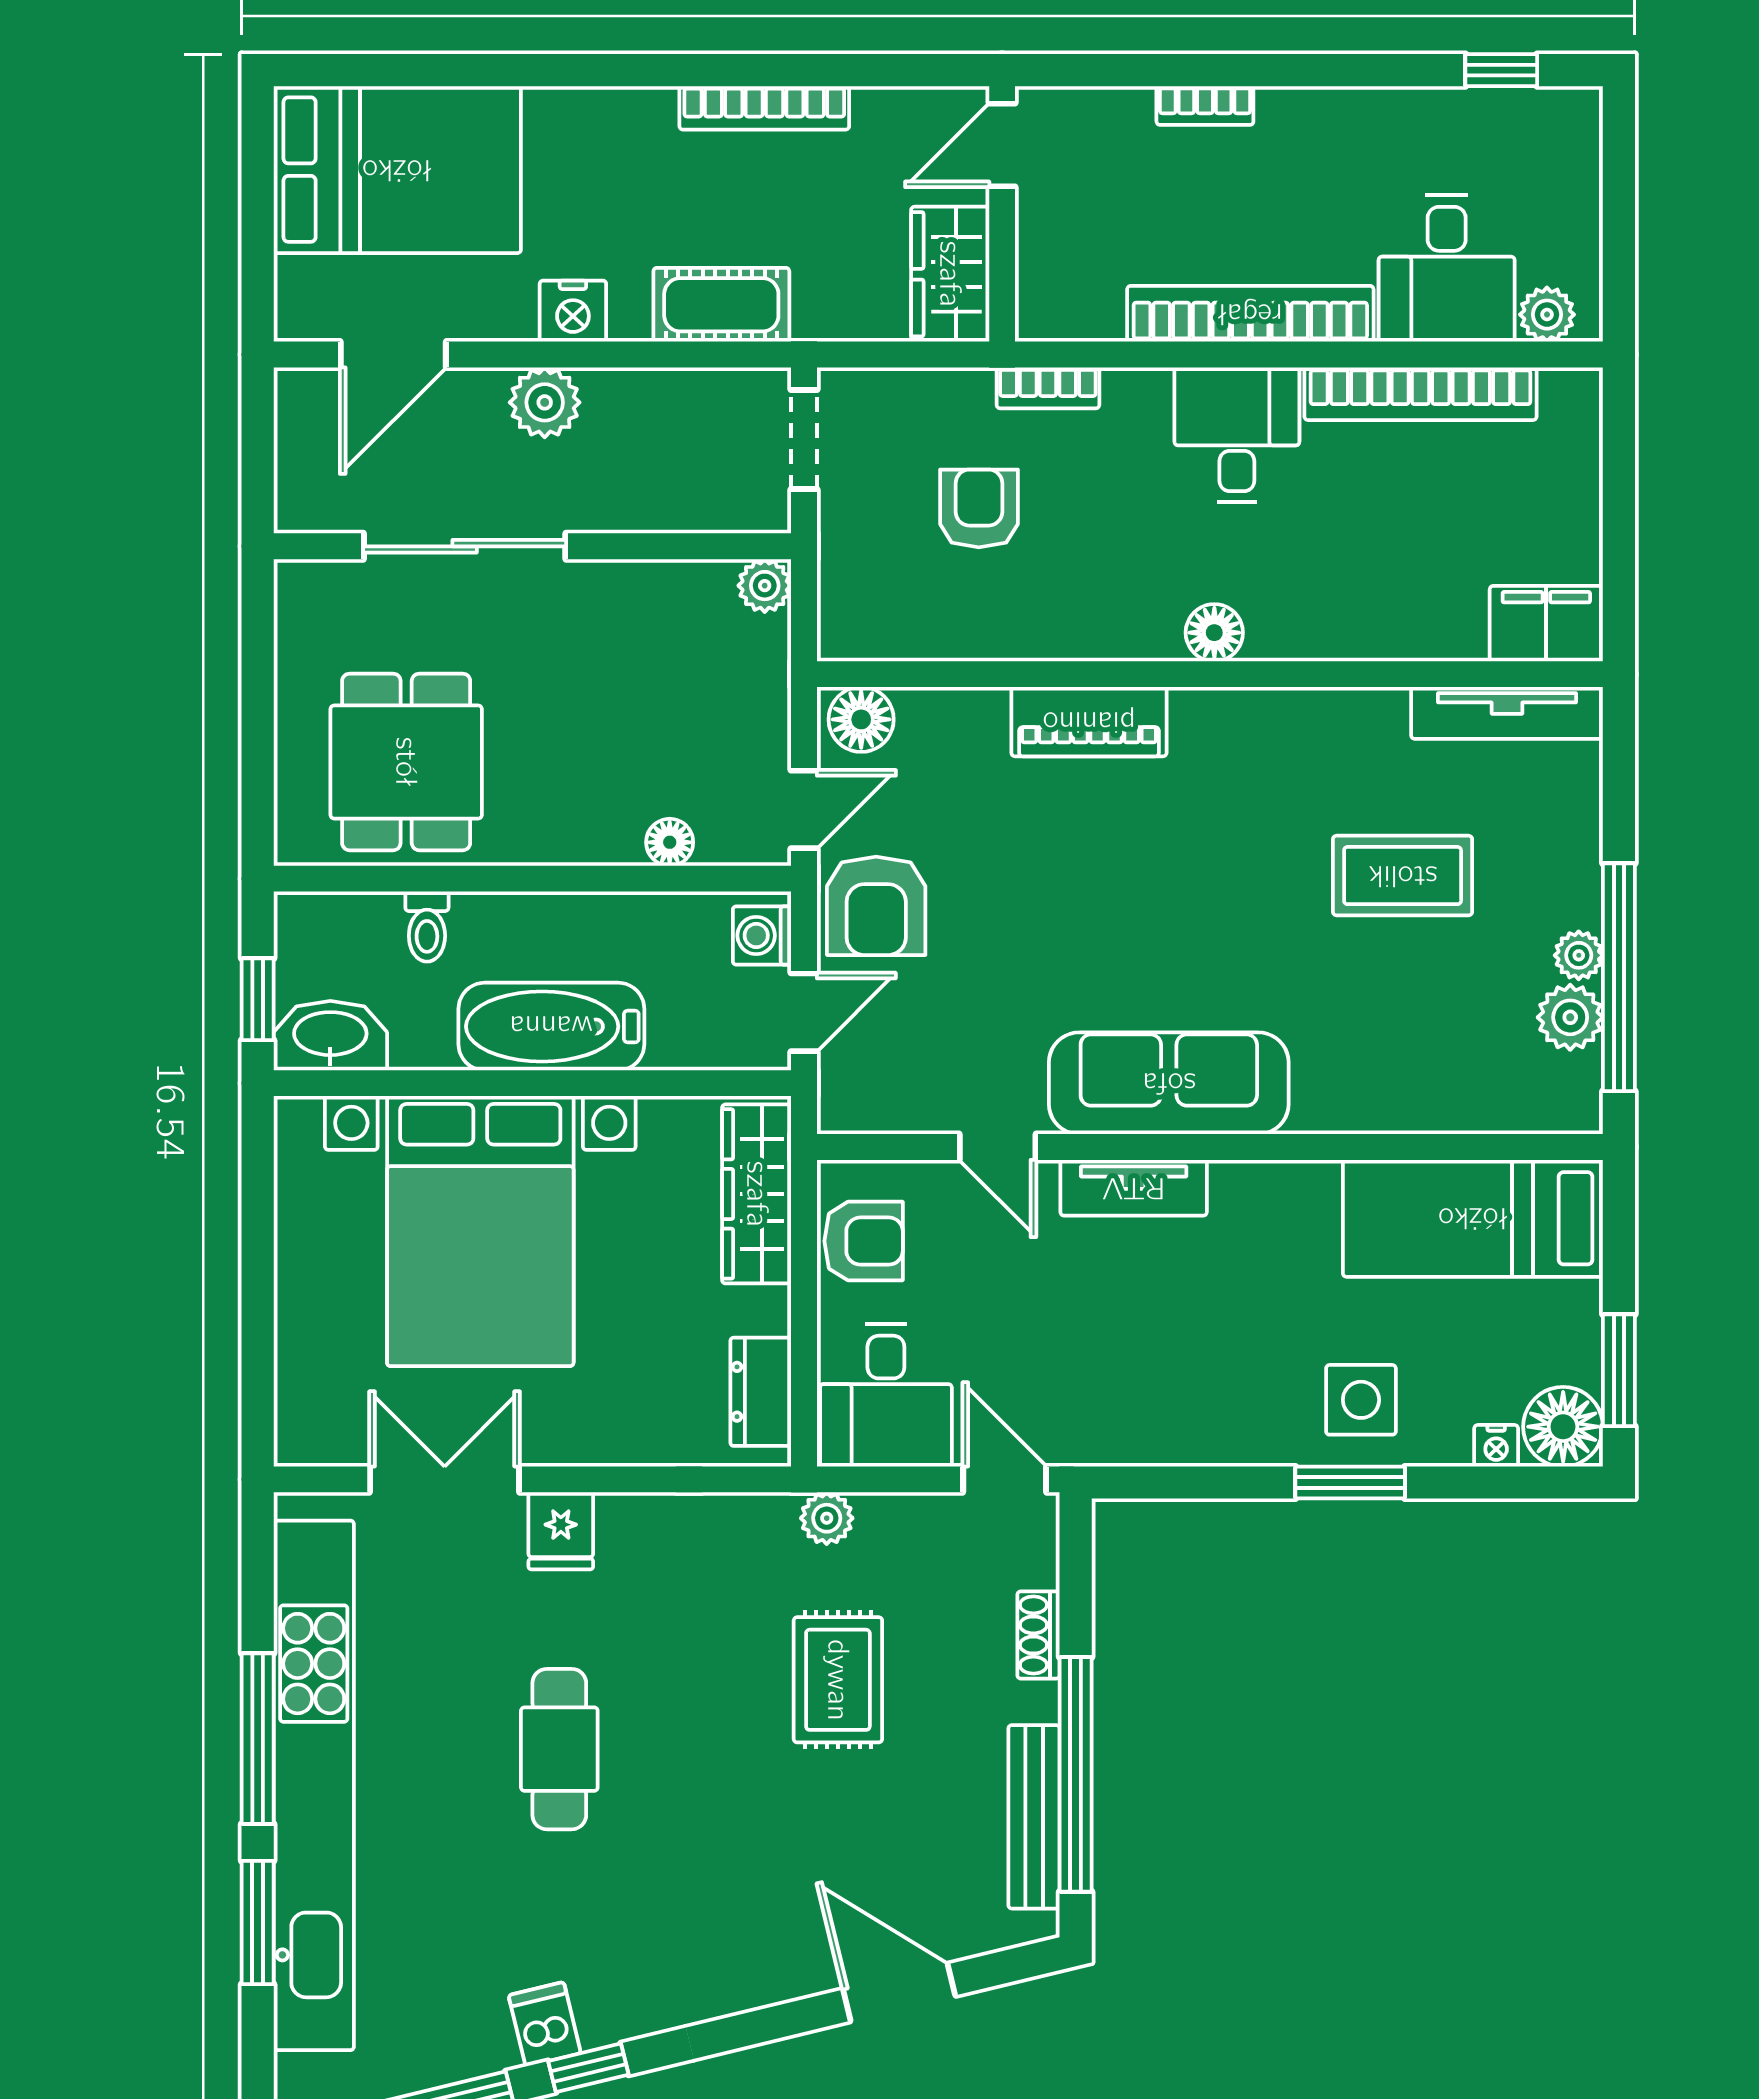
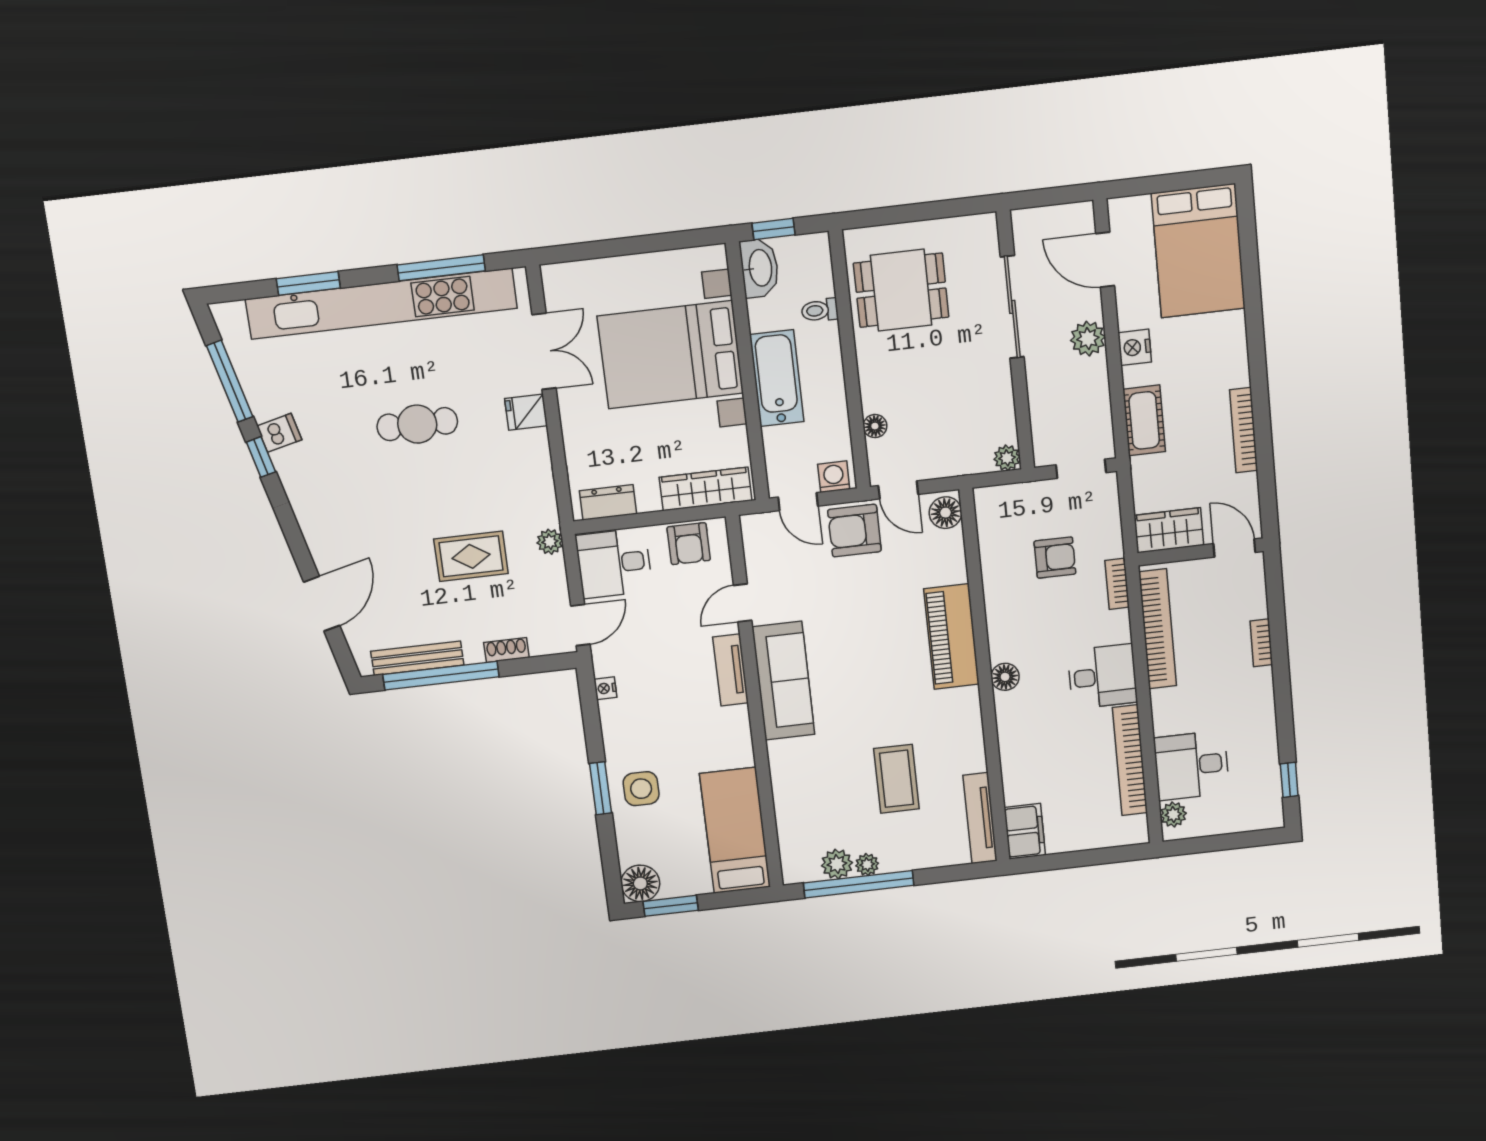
bookcase: (1250, 314) -> (1158, 629), moved
piano: (1089, 722) -> (952, 637), width x1.37, depth x1.33
nightstand: (1496, 1446) -> (605, 688), moved
window: (258, 1739) -> (441, 268), moved

